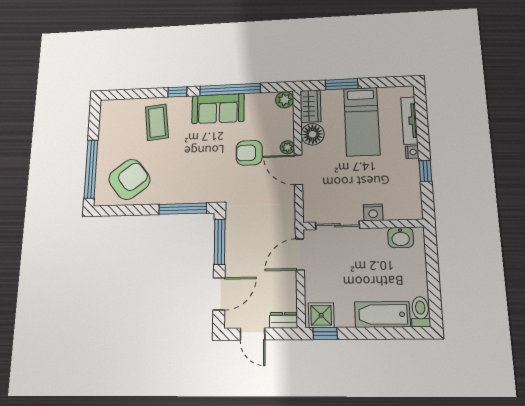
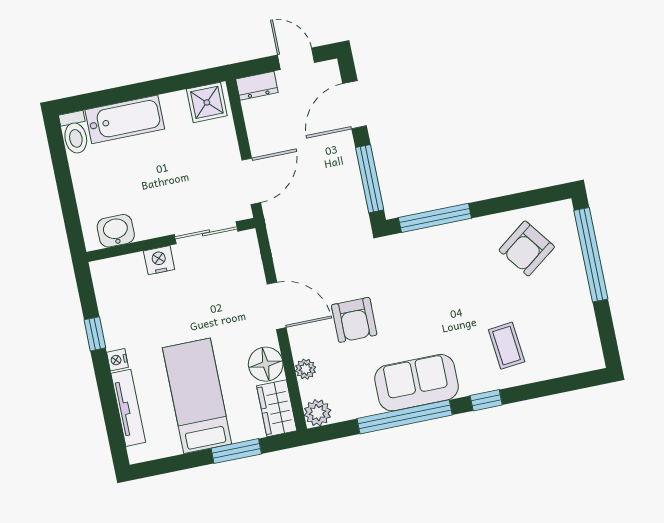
coffee table: (157, 122) -> (507, 346), width x0.73, depth x0.77
plant: (287, 147) -> (305, 369), moved
armchair: (249, 153) -> (354, 320), turned 90
armchair: (129, 179) -> (527, 248), width x0.73, depth x0.73
window: (325, 334) -> (197, 79), removed

